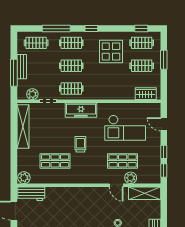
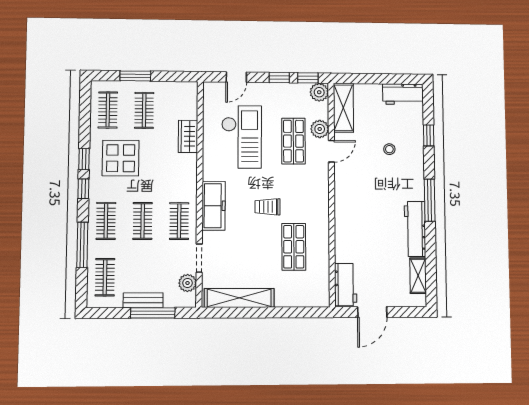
window: (141, 29) -> (84, 159), moved
wardrobe: (146, 94) -> (188, 136), moved
plant: (24, 178) -> (319, 92), moved

